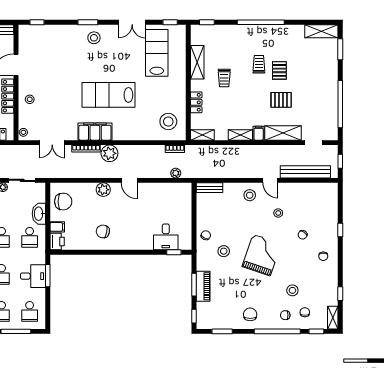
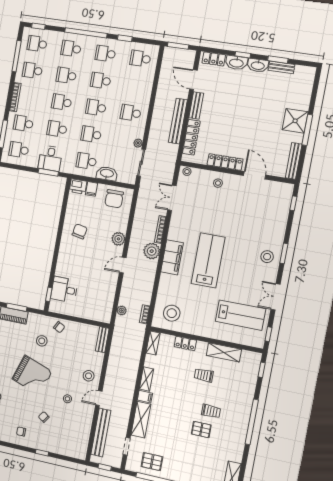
pallet: (281, 100) -> (152, 462), moved, turned 90
filing cabinet: (95, 132) -> (172, 257), moved

